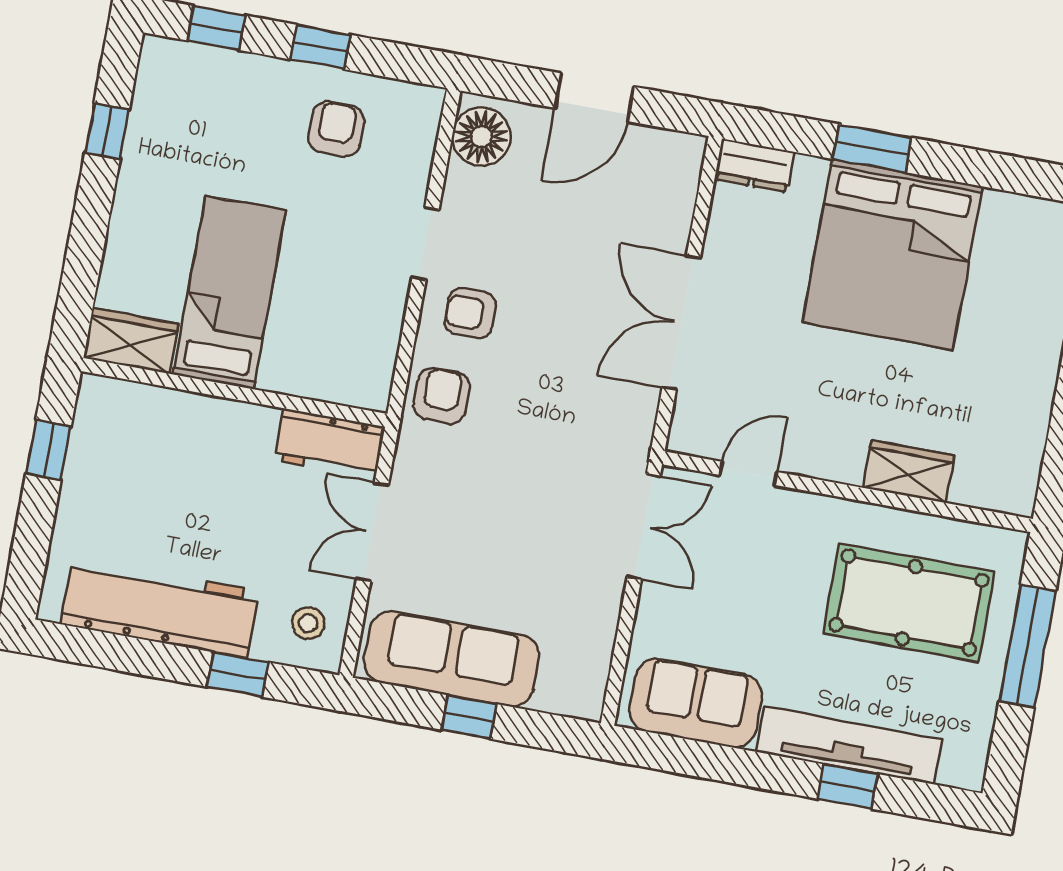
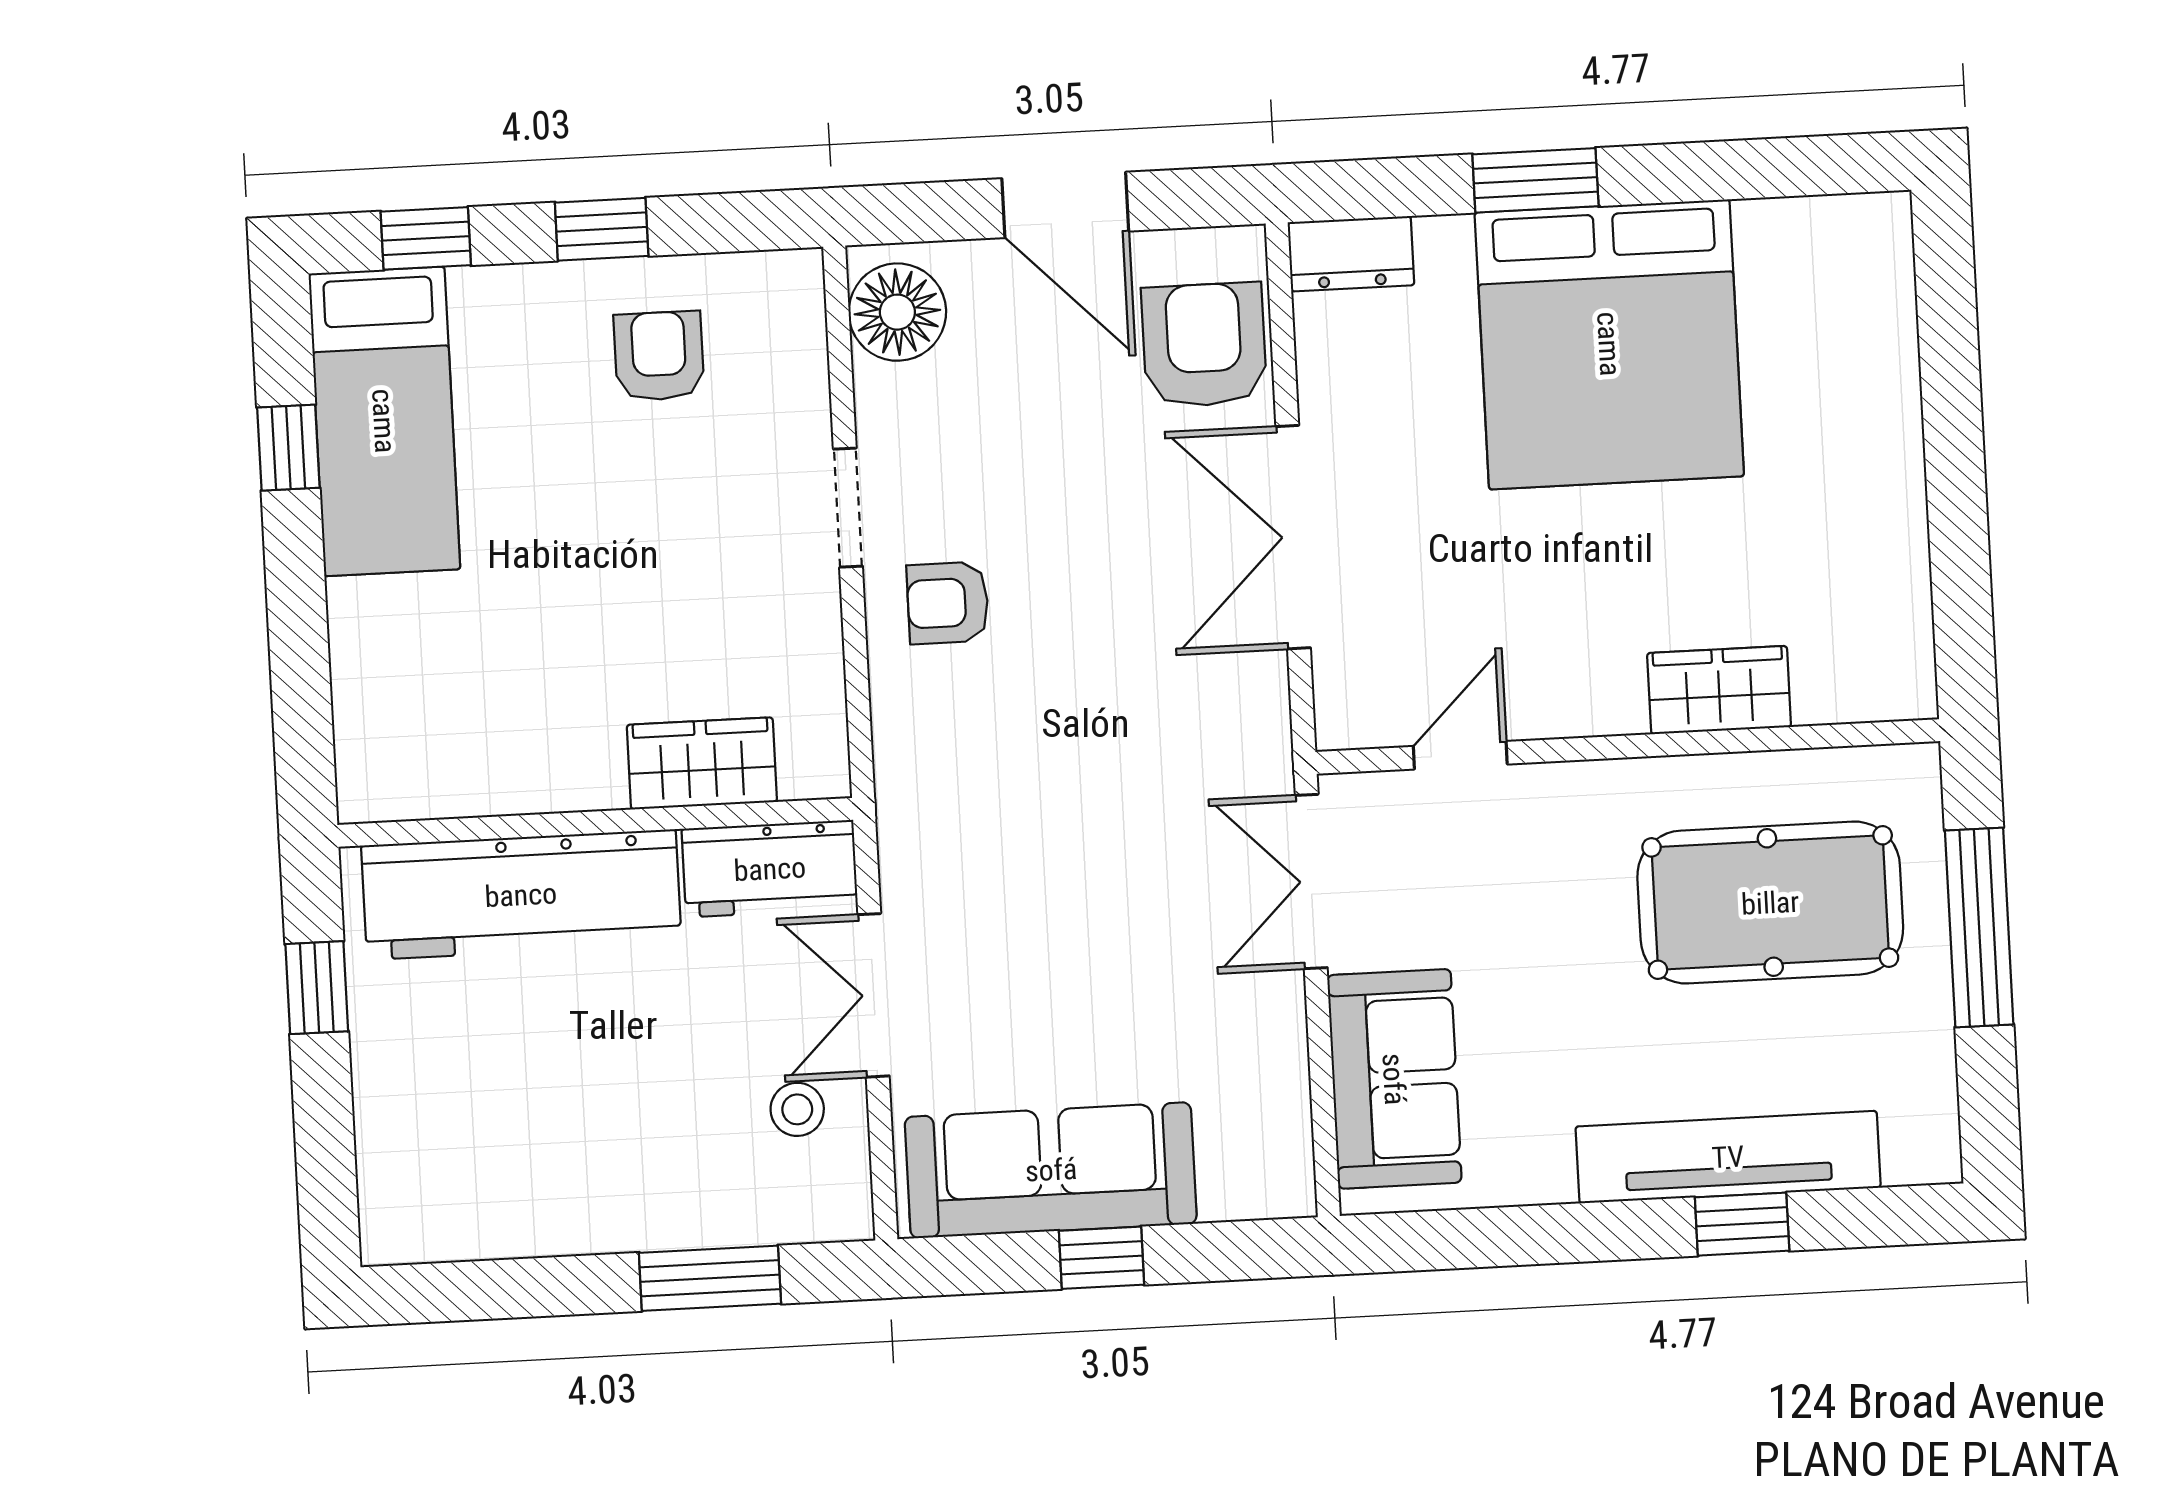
door: (594, 97) -> (1065, 205), hinge flipped
bed: (230, 292) -> (384, 421), moved, turned 180
wardrobe: (131, 341) -> (702, 763), moved
armchair: (442, 396) -> (1204, 345), moved, width x1.38, depth x1.38
double door: (644, 526) -> (1311, 881), swing flipped
workbench: (160, 607) -> (521, 895), moved, turned 180
stool: (308, 623) -> (797, 1109), moved
window: (238, 674) -> (710, 1278), width x1.50
sofa: (696, 703) -> (1394, 1079), moved, turned 90

